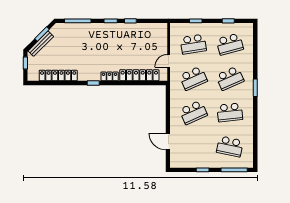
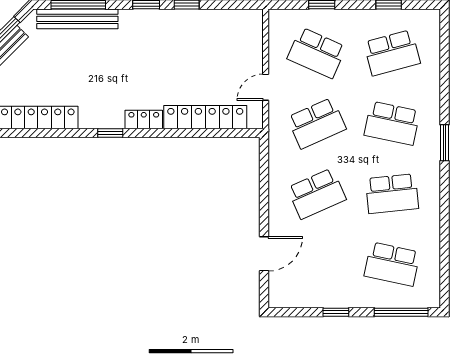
bench: (77, 28) -> (77, 19), added
school desk: (193, 44) -> (317, 53), turned 33
school desk: (230, 78) -> (392, 123), turned 36
door: (168, 142) -> (264, 254), swing flipped

